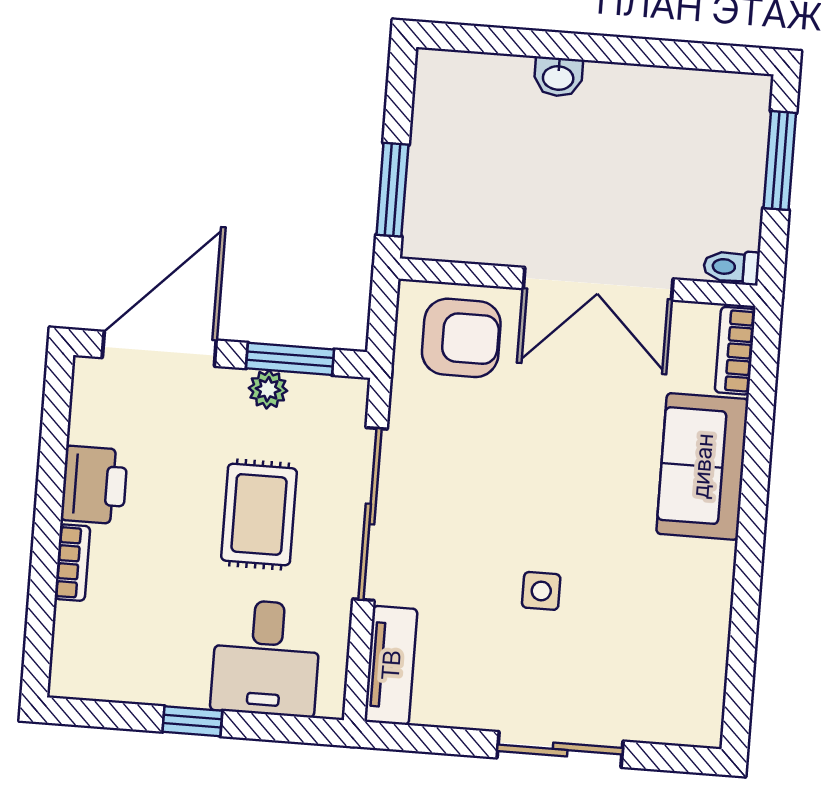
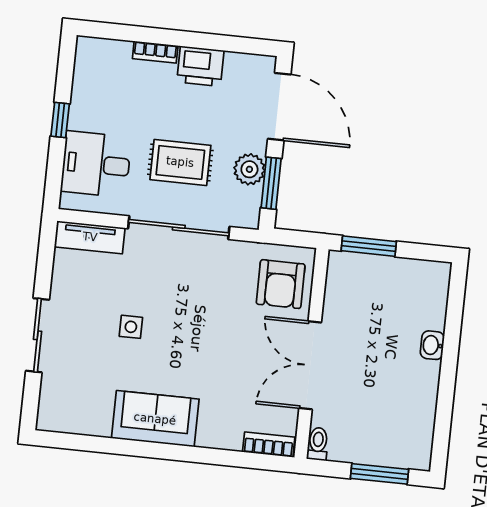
plant: (268, 389) -> (249, 169), width x1.38, depth x1.38
sofa: (702, 466) -> (155, 419), moved

